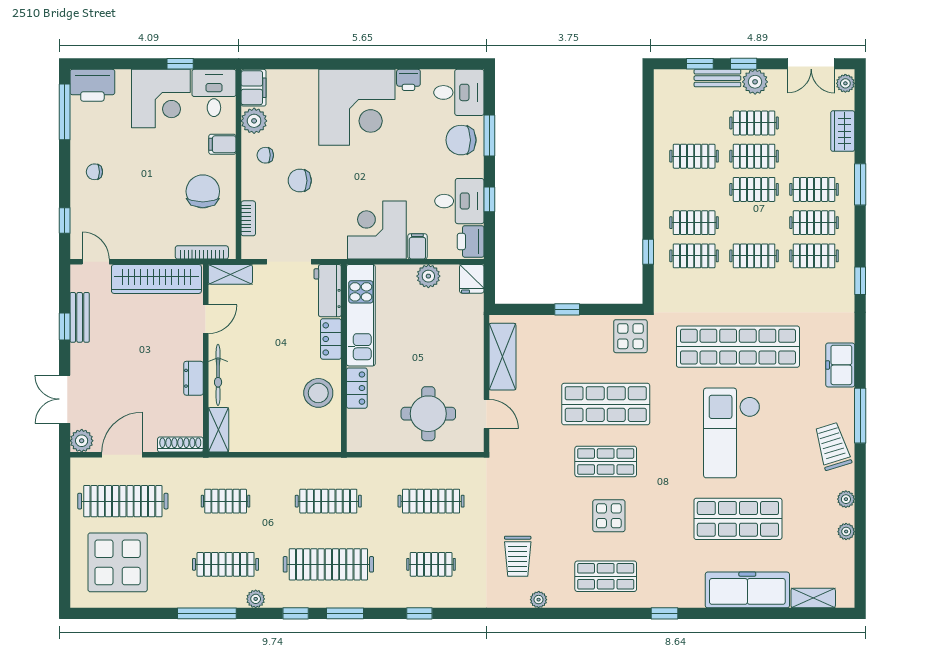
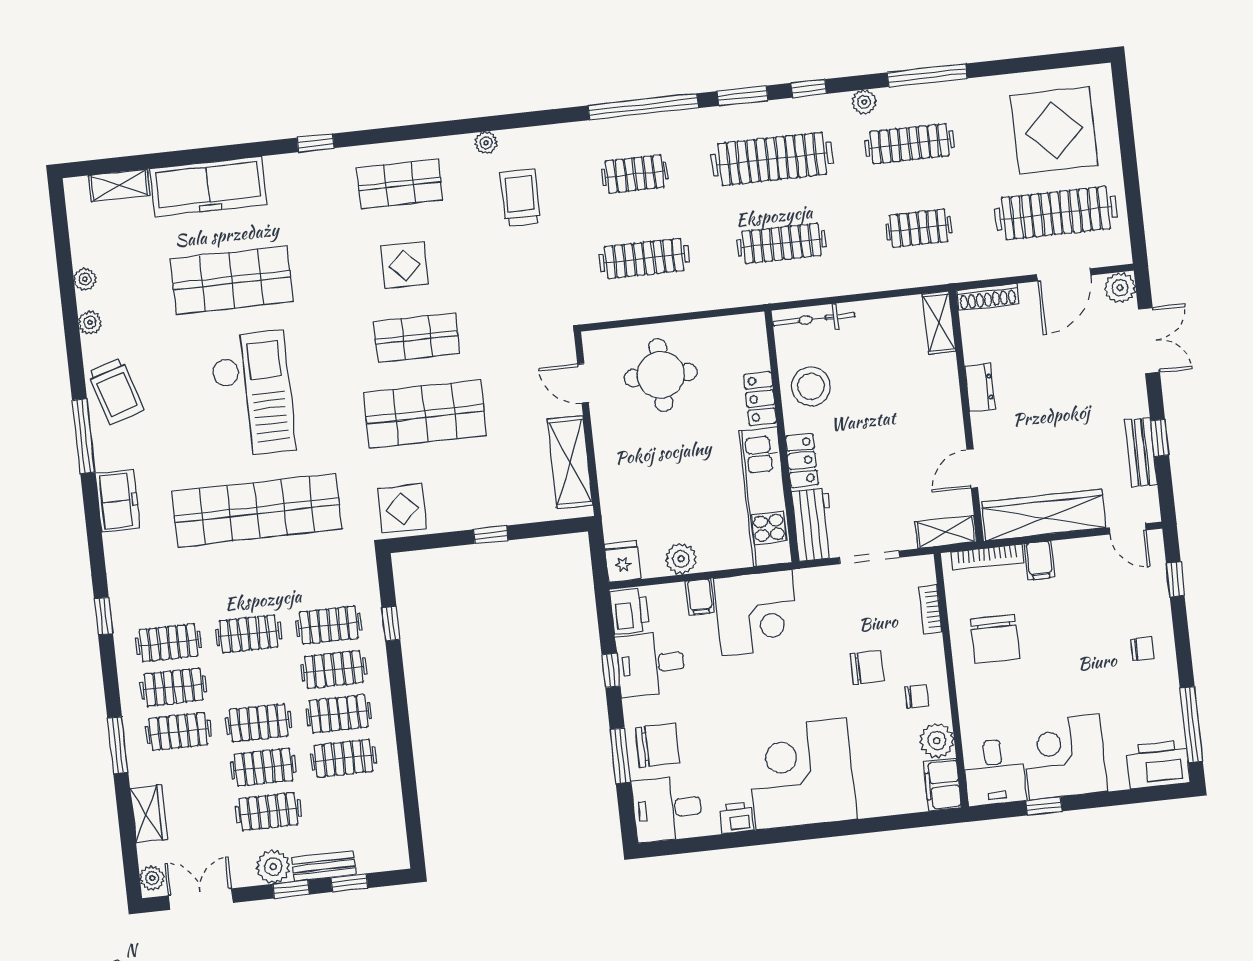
filing cabinet: (222, 144) -> (1039, 560), moved, turned 90
clothes rail: (694, 189) -> (339, 714), added
bicycle: (218, 375) -> (814, 319), moved, turned -90
window: (419, 613) -> (643, 107), width x3.17

